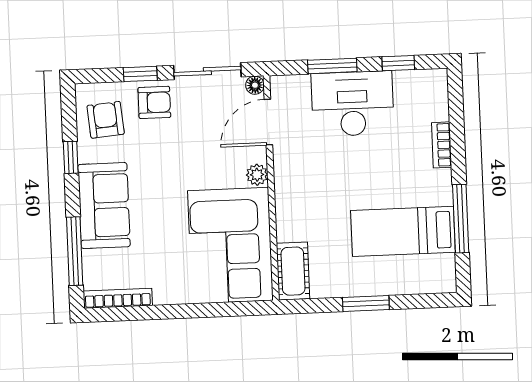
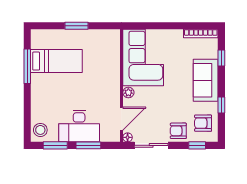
window: (398, 63) -> (55, 145), width x1.50
window: (140, 74) -> (197, 145), moved
stool: (429, 93) -> (40, 130), added
armchair: (106, 120) -> (203, 123), turned 95
bookcase: (442, 145) -> (35, 104), removed
window: (75, 251) -> (221, 58), width x0.46
cot: (293, 271) -> (112, 43), removed

